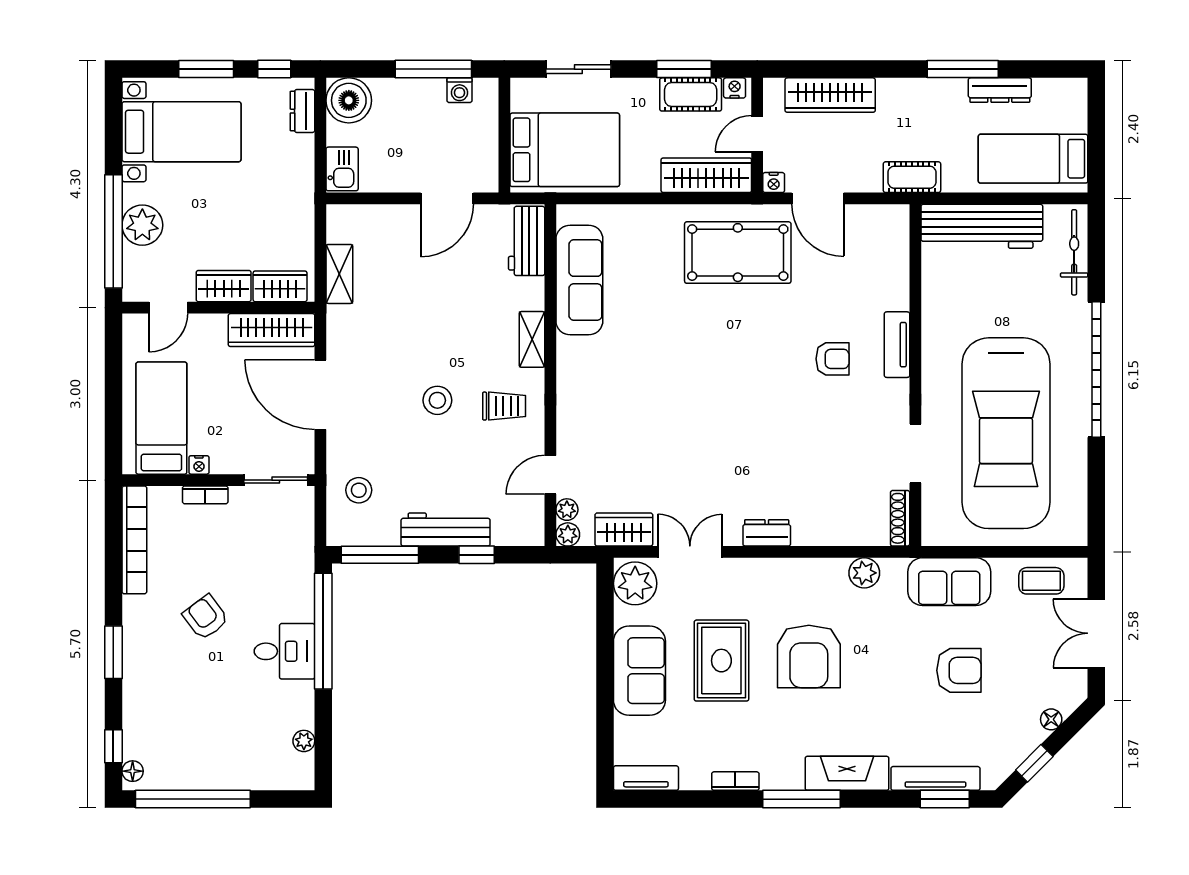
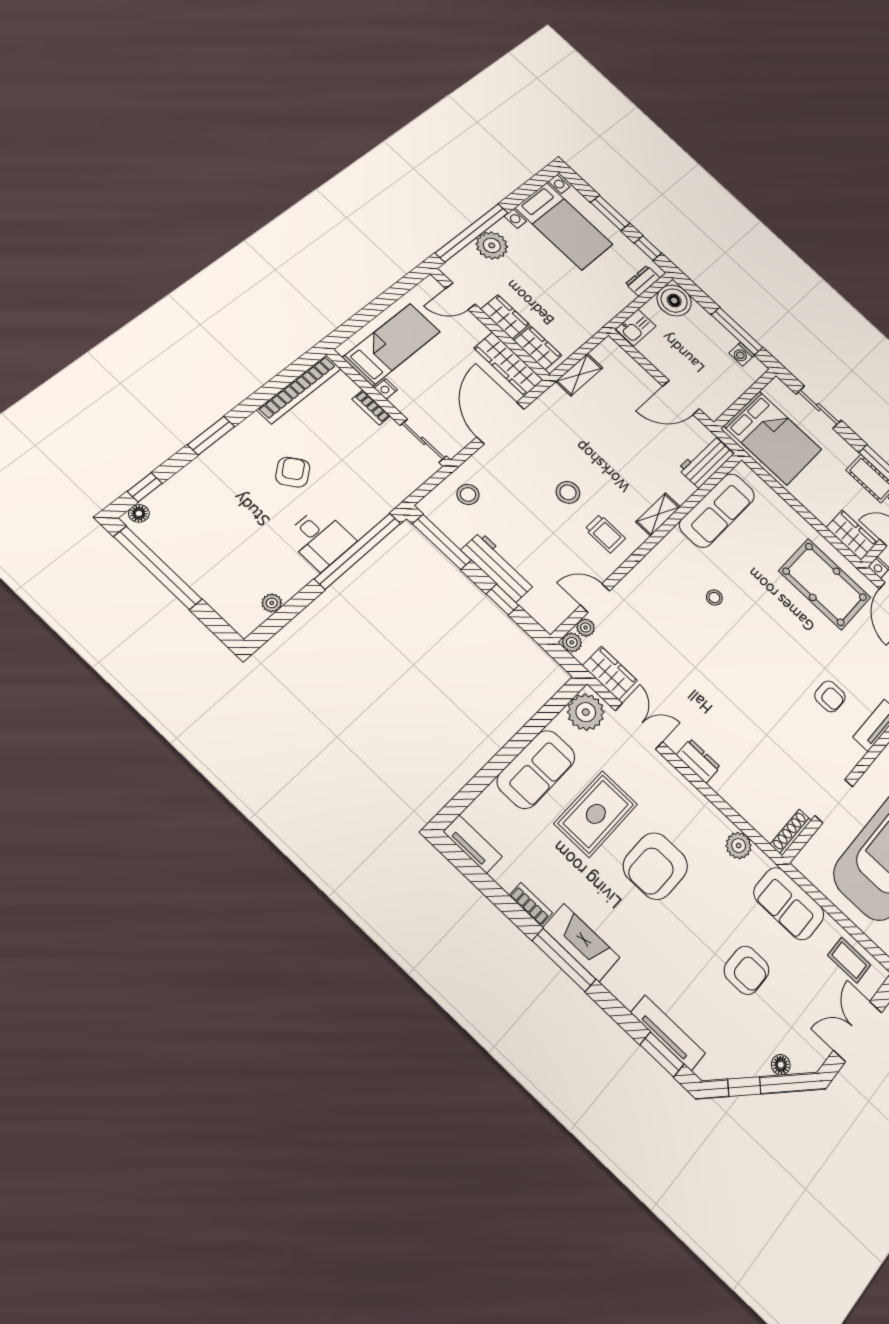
wardrobe: (706, 175) -> (852, 535), width x0.67
stool: (651, 369) -> (714, 598), added
fireplace: (847, 773) -> (581, 943), moved

